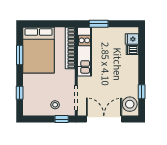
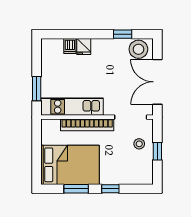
fridge: (132, 39) -> (84, 47), moved
bookcase: (70, 48) -> (87, 125), moved
window: (20, 93) -> (110, 189), moved
window: (62, 119) -> (157, 151), moved

